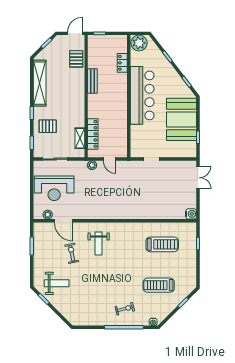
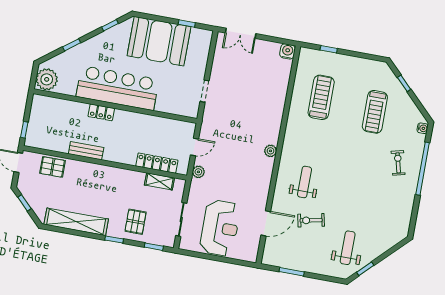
locker: (122, 63) -> (101, 112), moved
double door: (198, 178) -> (241, 33), swing flipped
plant: (48, 215) -> (270, 151), moved
weight bench: (99, 243) -> (305, 182), turned -90

